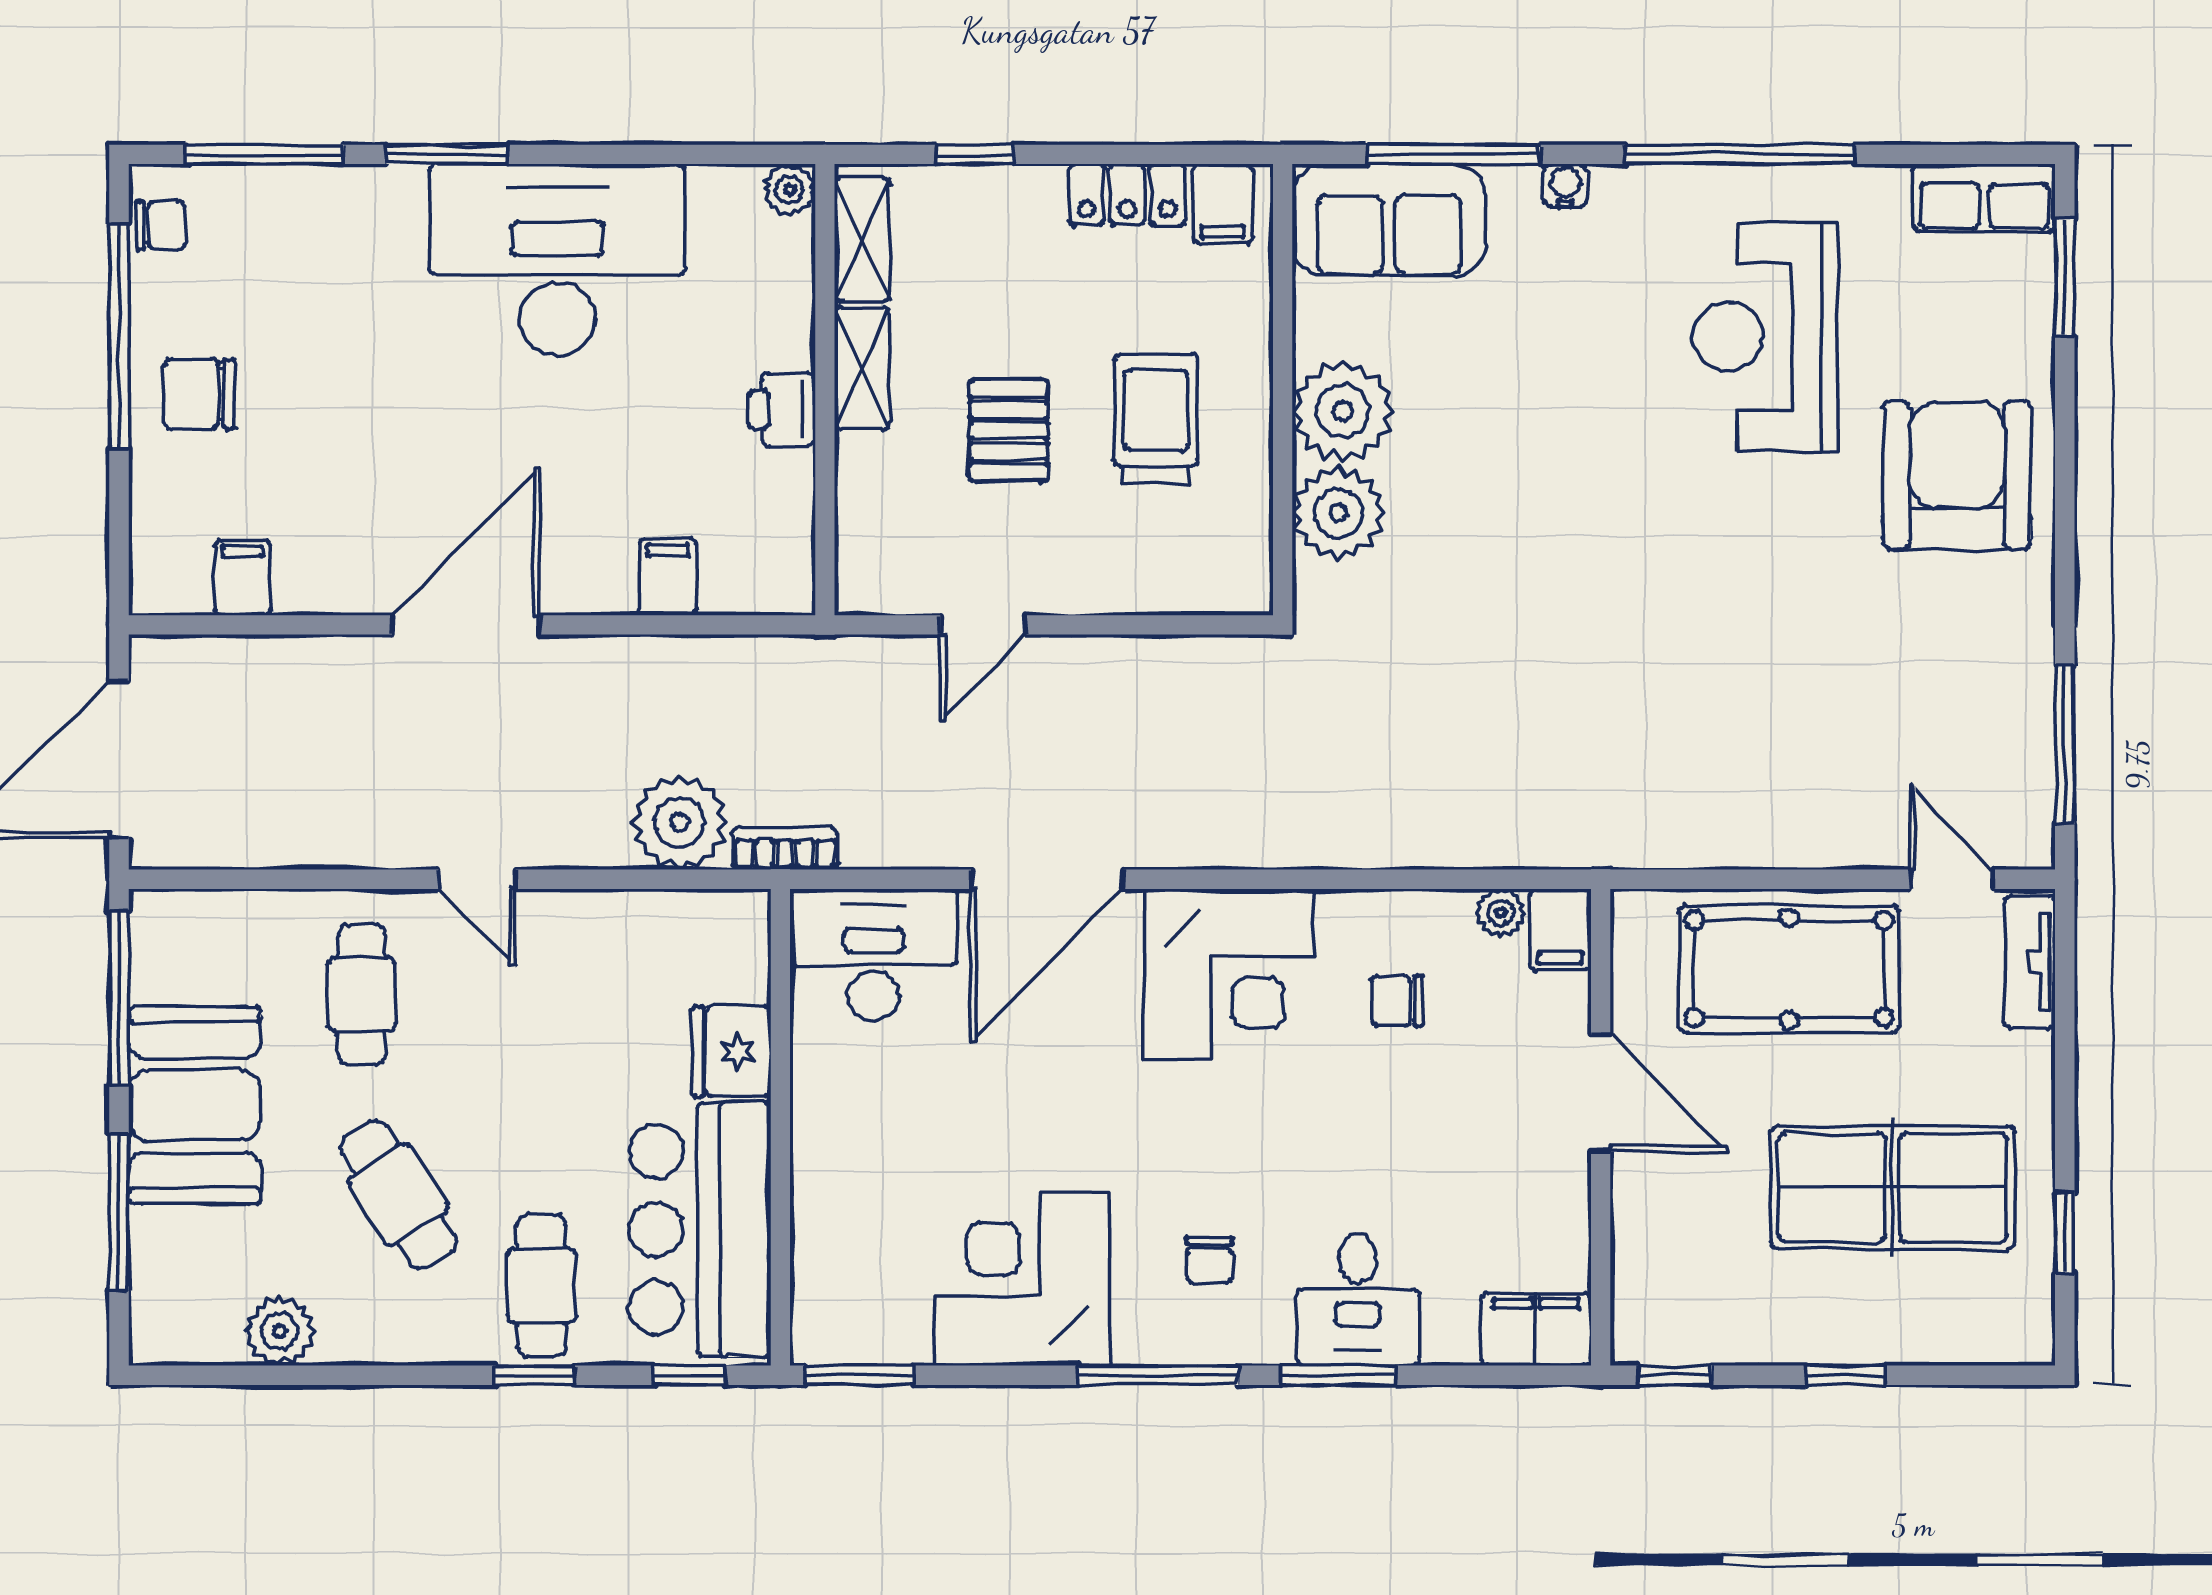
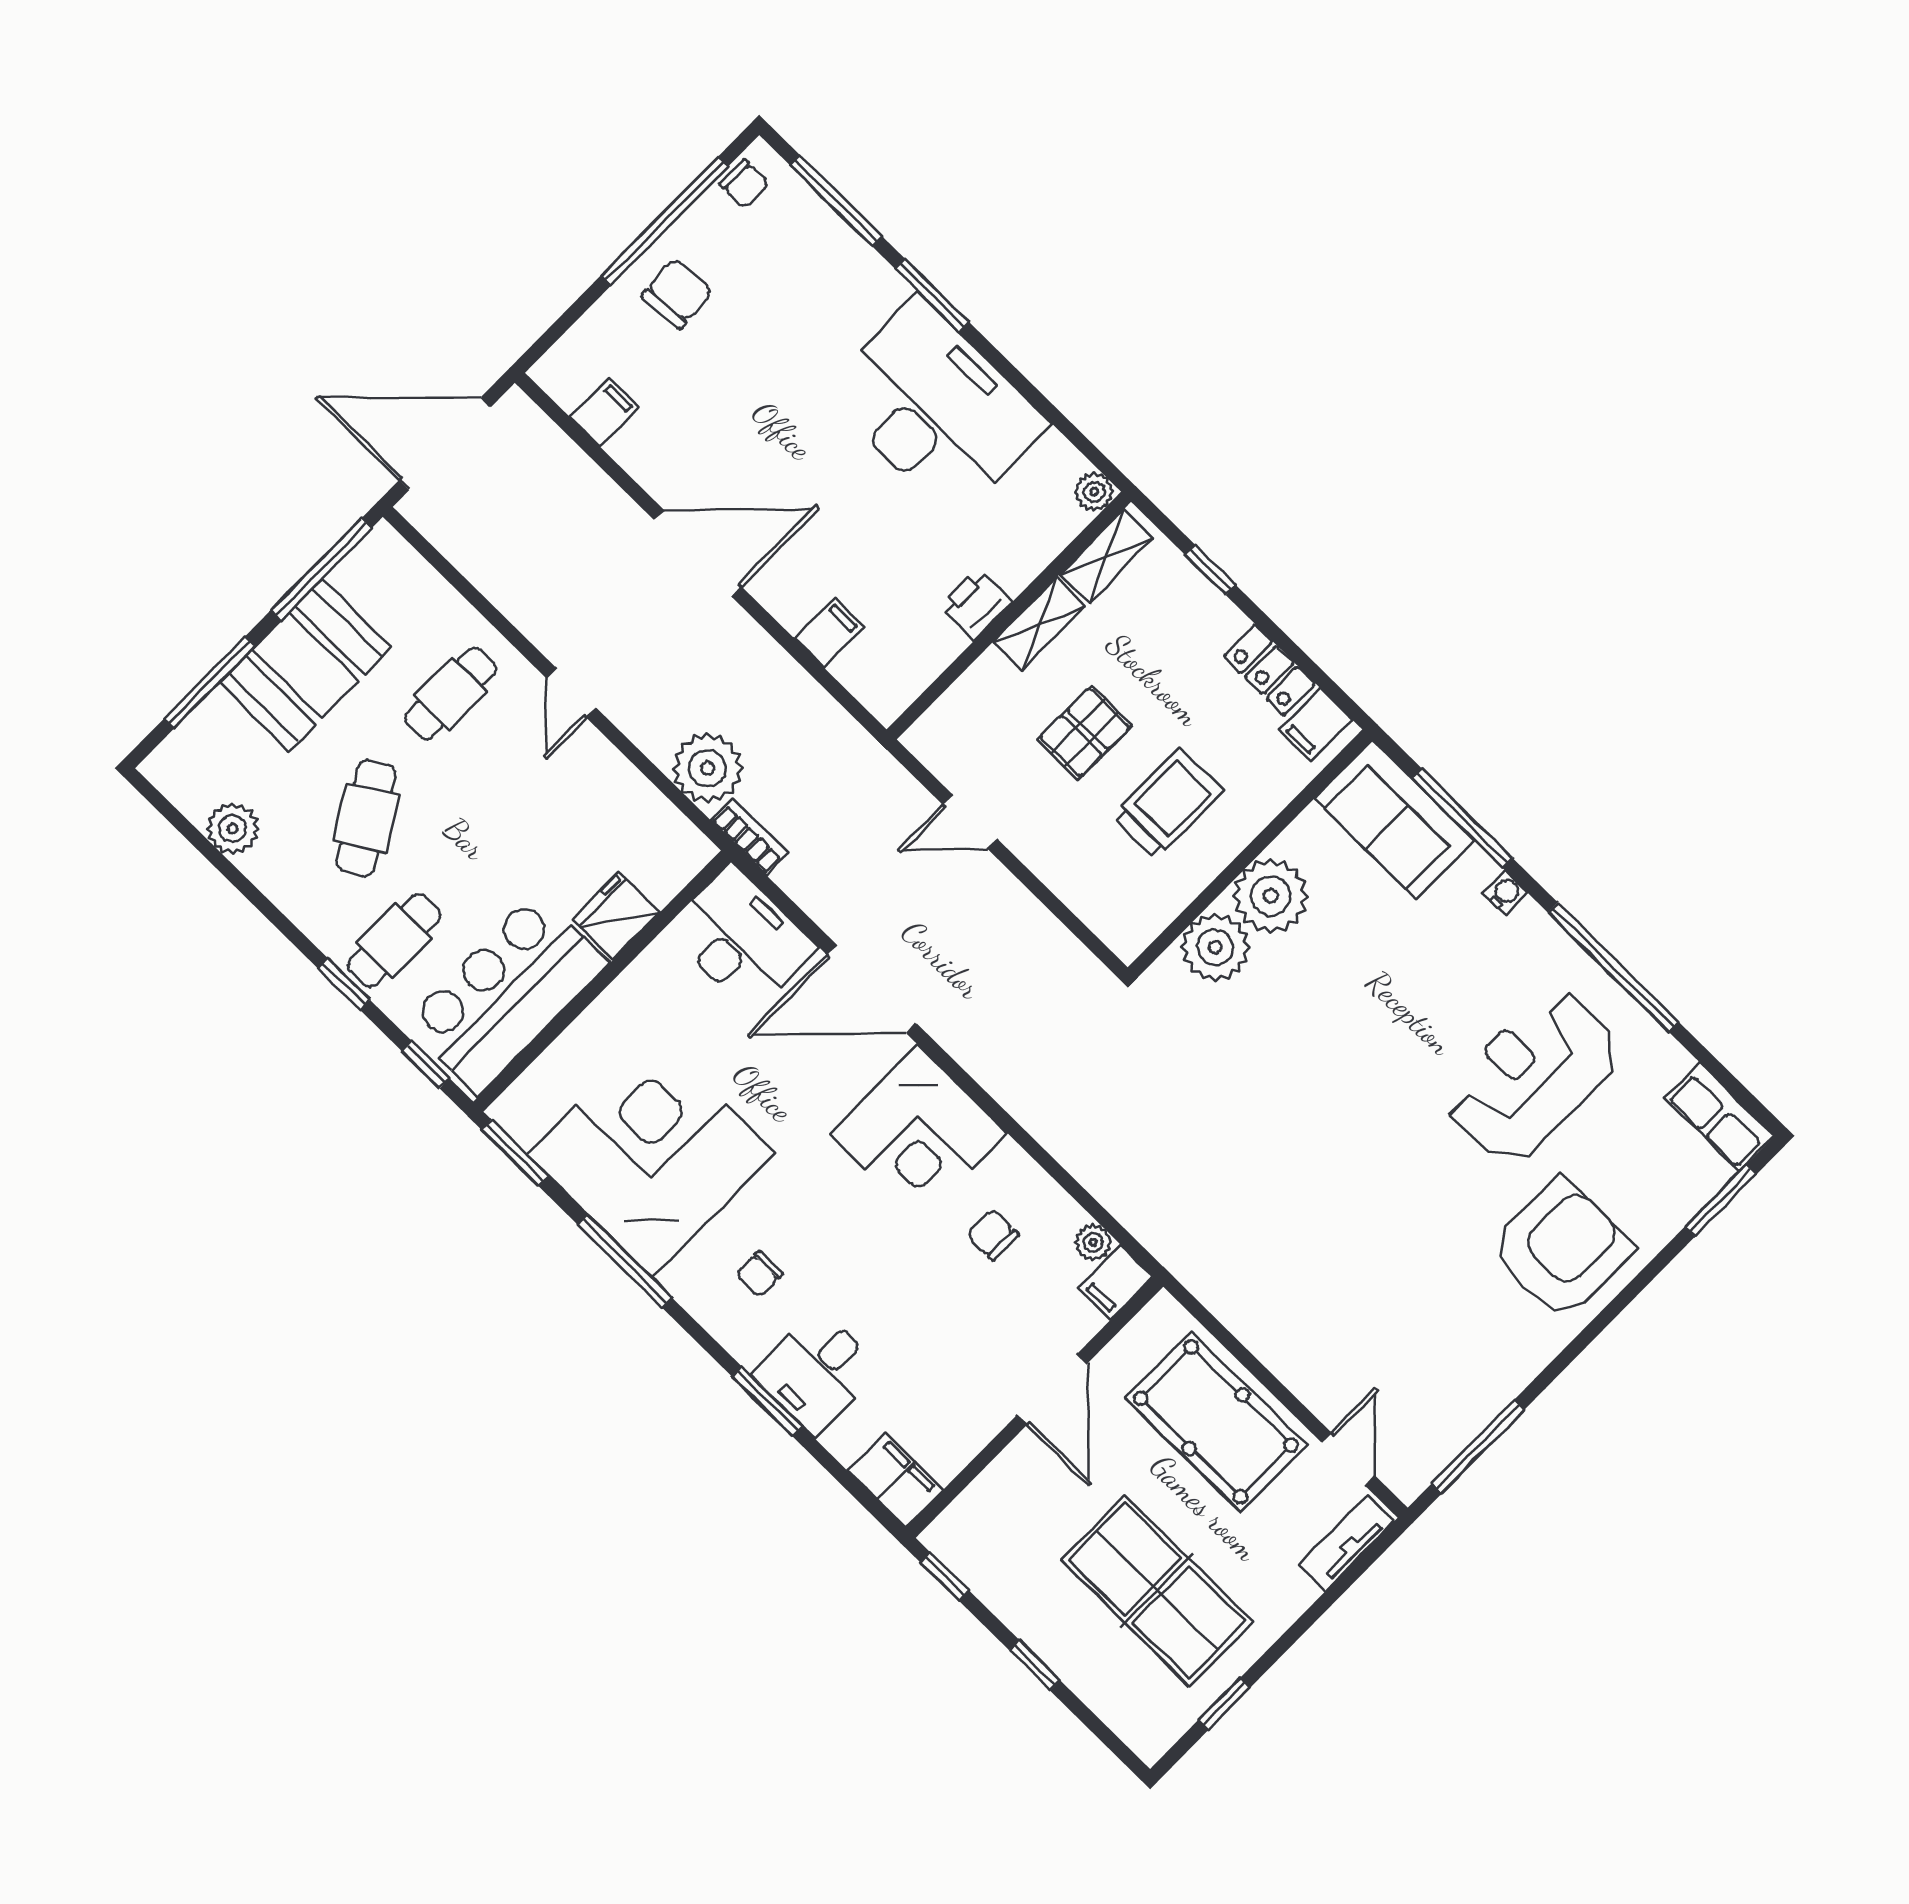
chair: (200, 394) -> (677, 293), turned 86
corner desk: (1023, 1278) -> (651, 1154), width x1.36, depth x1.36
window: (1158, 1375) -> (625, 1261), moved

